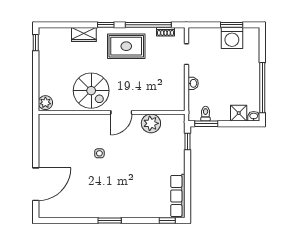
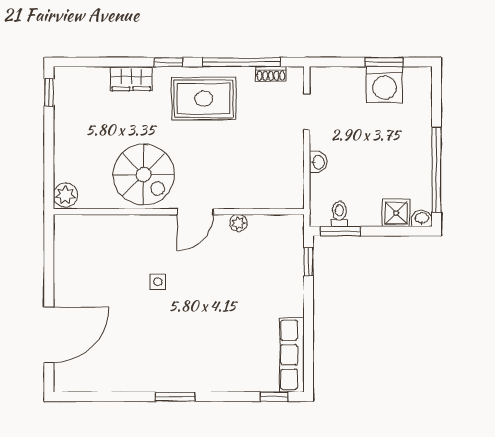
plant: (151, 123) -> (238, 223), width x0.53, depth x0.53

